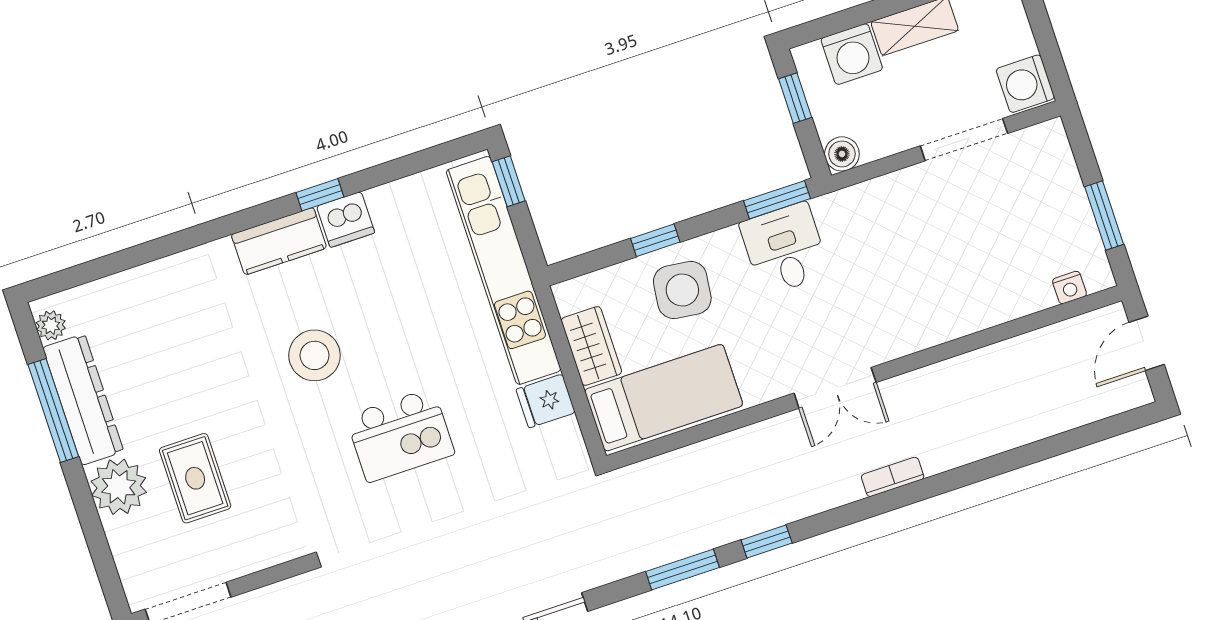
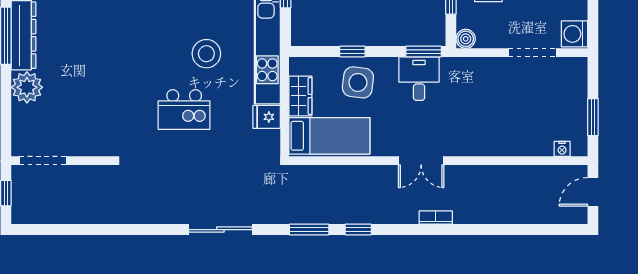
stool: (314, 355) -> (206, 54), moved
rug: (195, 478) -> (69, 96), removed

